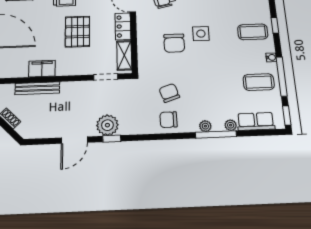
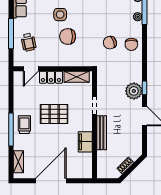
chair: (174, 43) -> (68, 36), turned 180
doorway: (106, 77) -> (94, 105), moved
bench: (37, 88) -> (102, 133), moved

